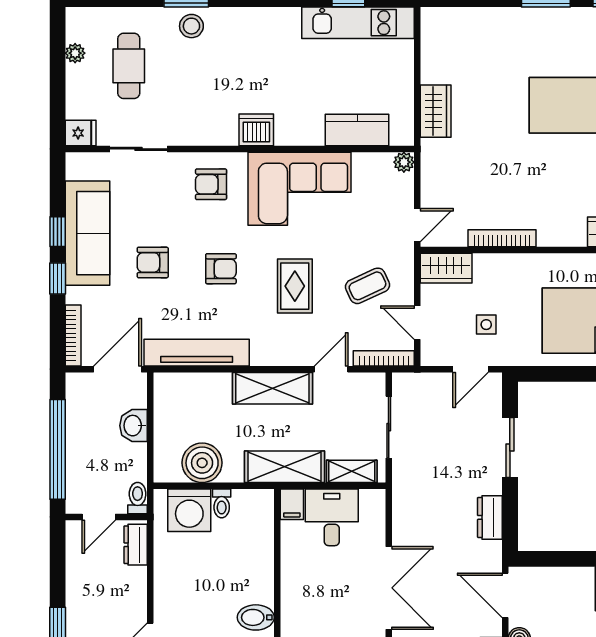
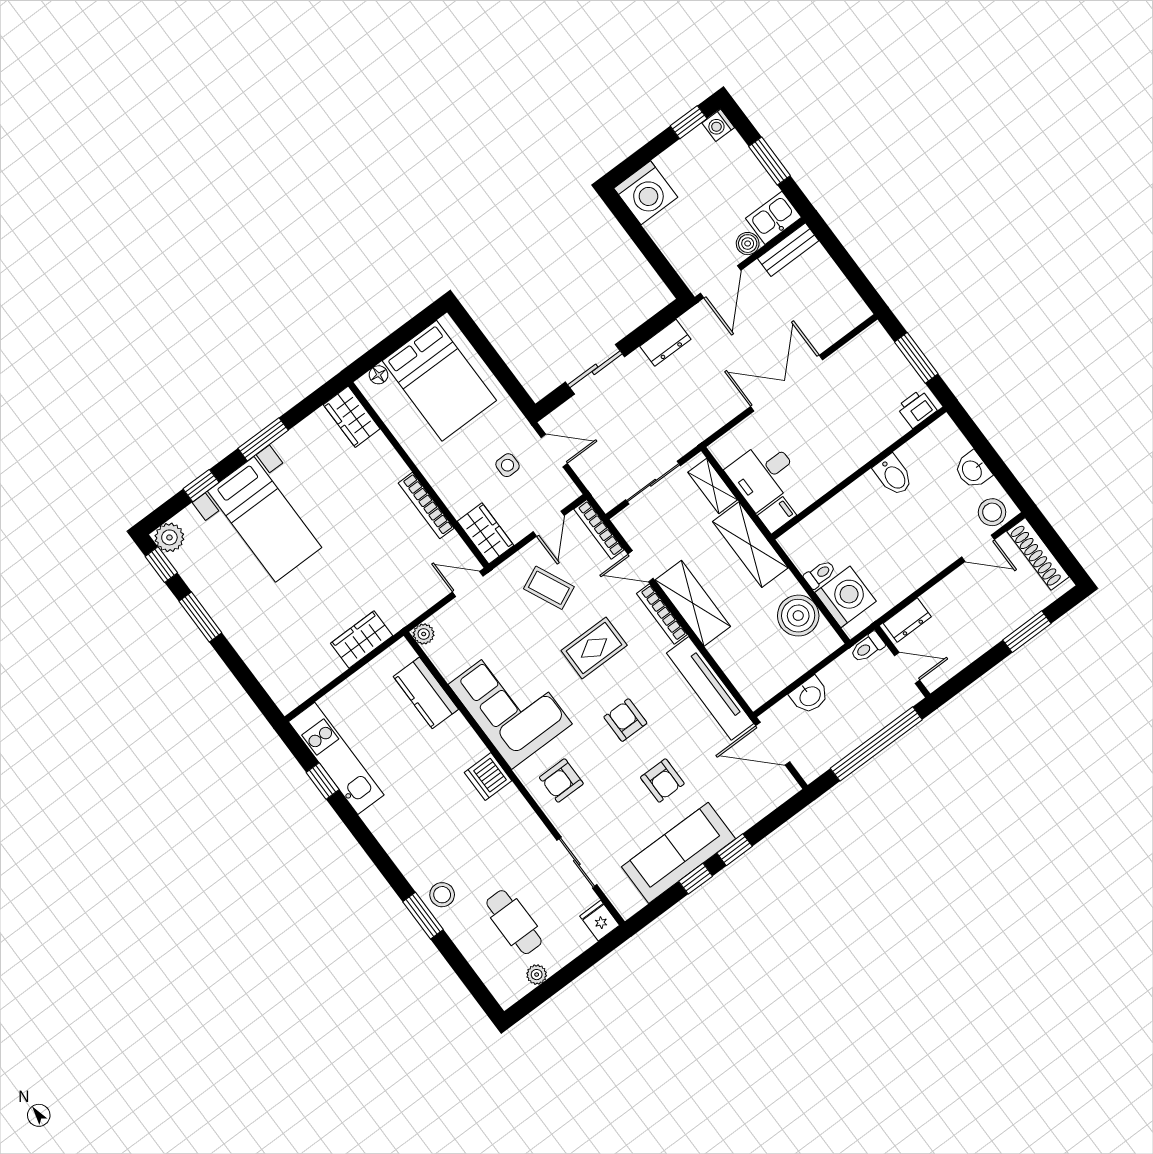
cafe table: (129, 66) -> (514, 922), turned 90
armchair: (211, 184) -> (561, 781), turned 90
bookcase: (73, 335) -> (662, 614), moved, turned -90

